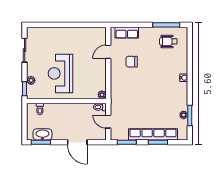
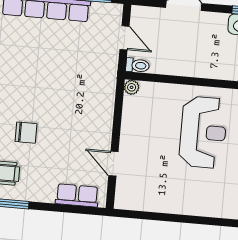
door: (108, 52) -> (113, 164), swing flipped
chair: (132, 62) -> (26, 133), moved

